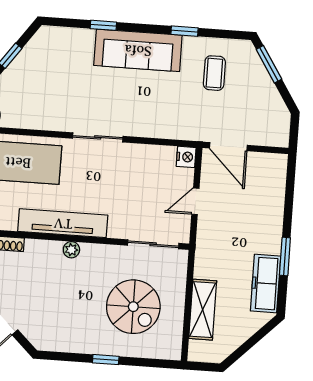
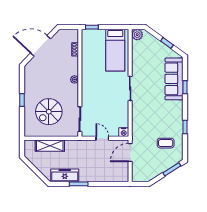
sofa: (138, 50) -> (174, 79), moved
tv unit: (63, 223) -> (87, 74), removed

